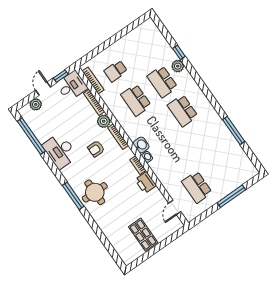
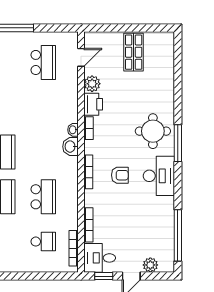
plant: (104, 121) -> (92, 84), moved
desk: (60, 151) -> (159, 176), moved

